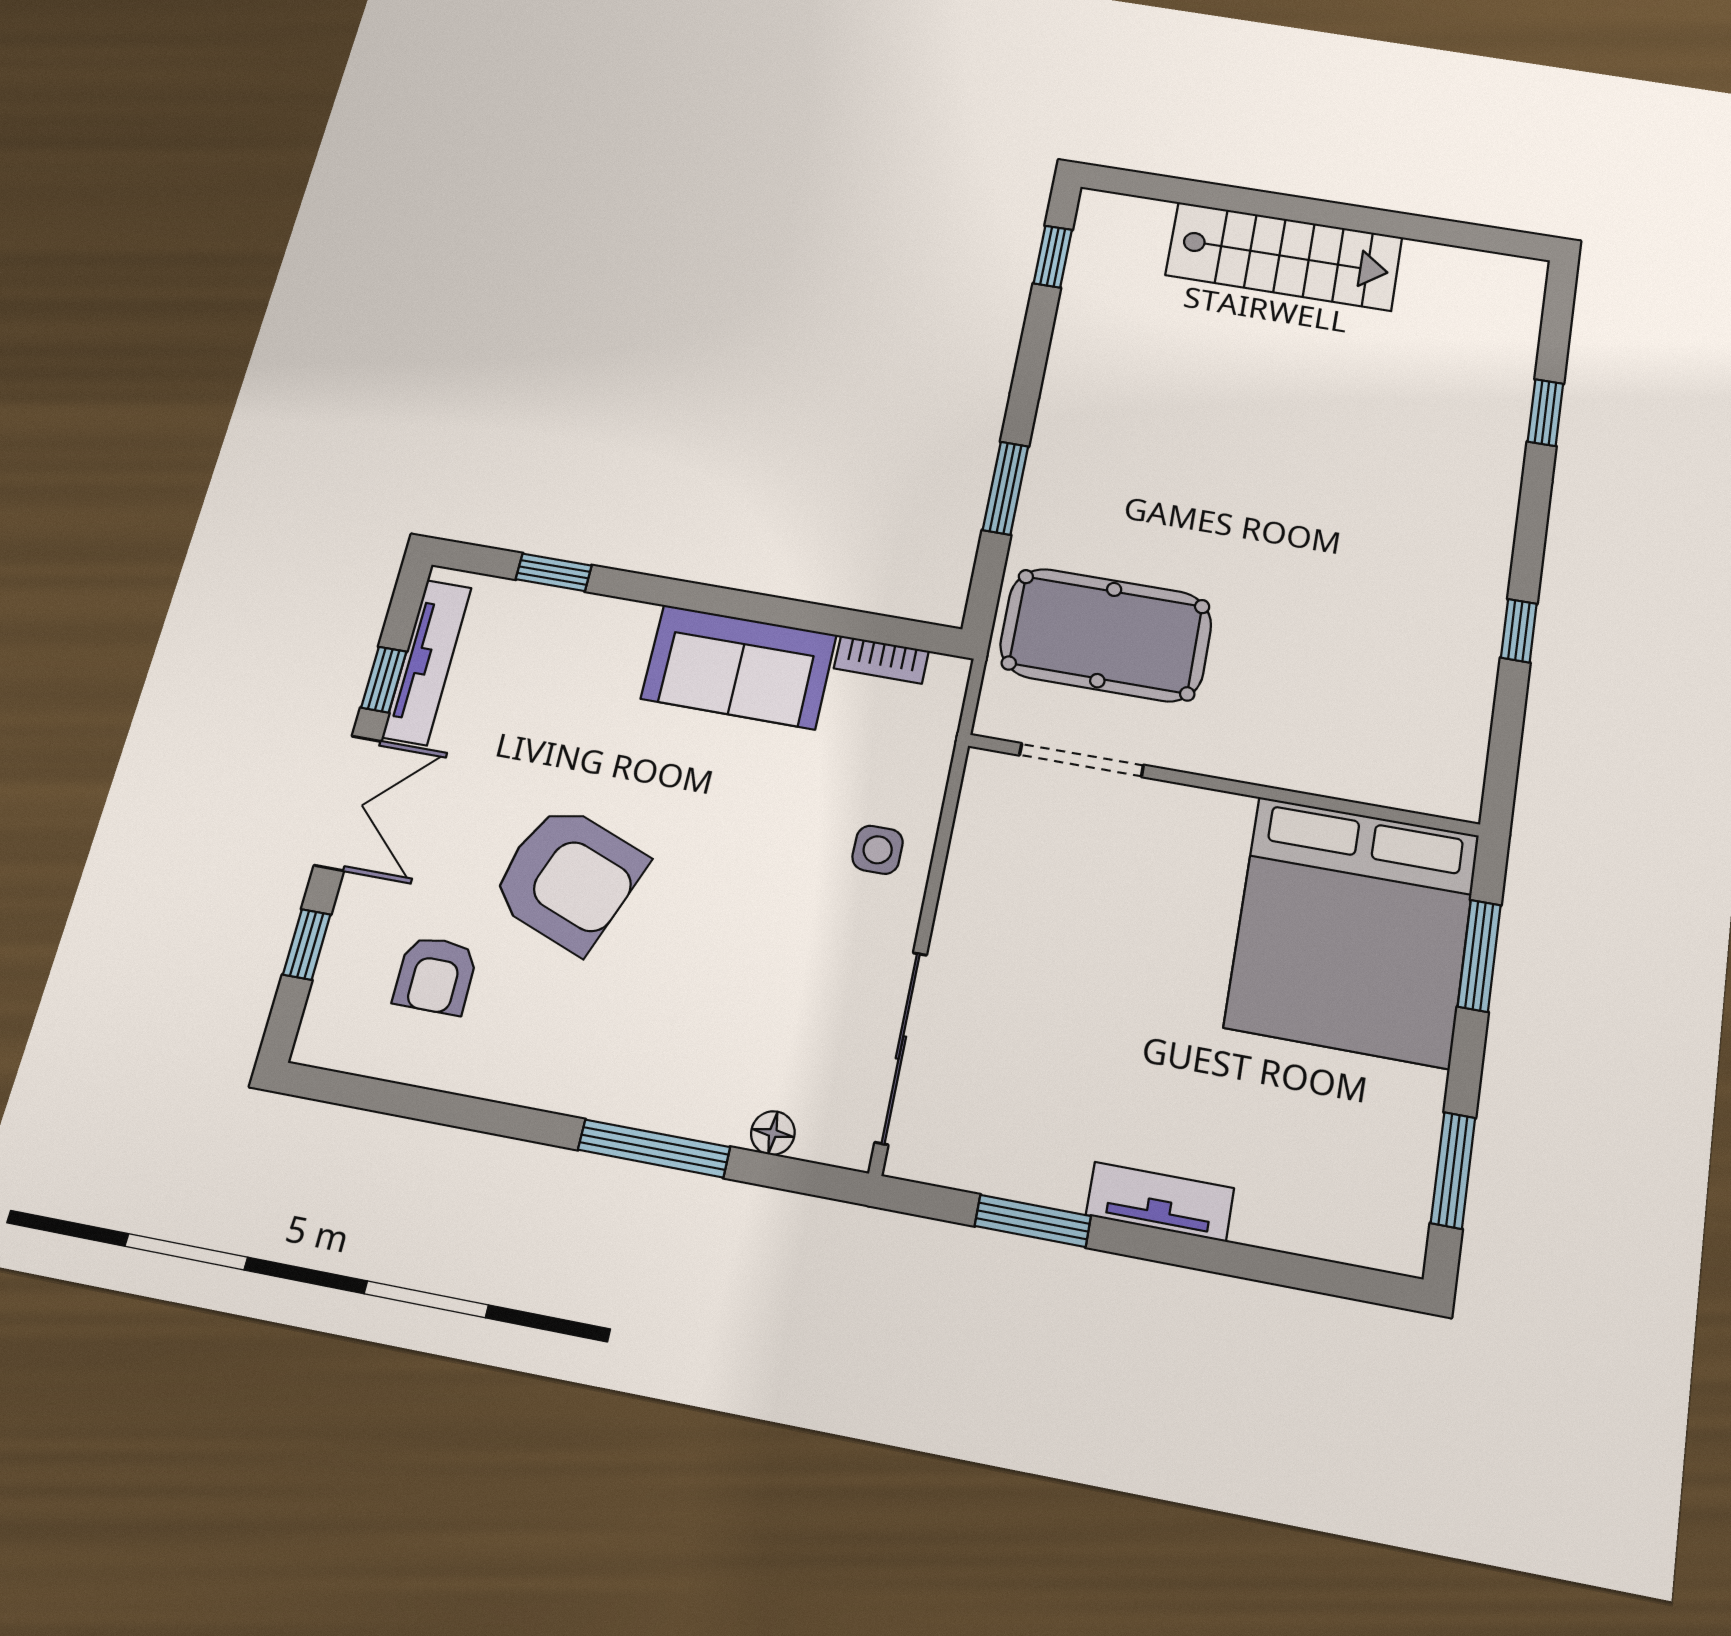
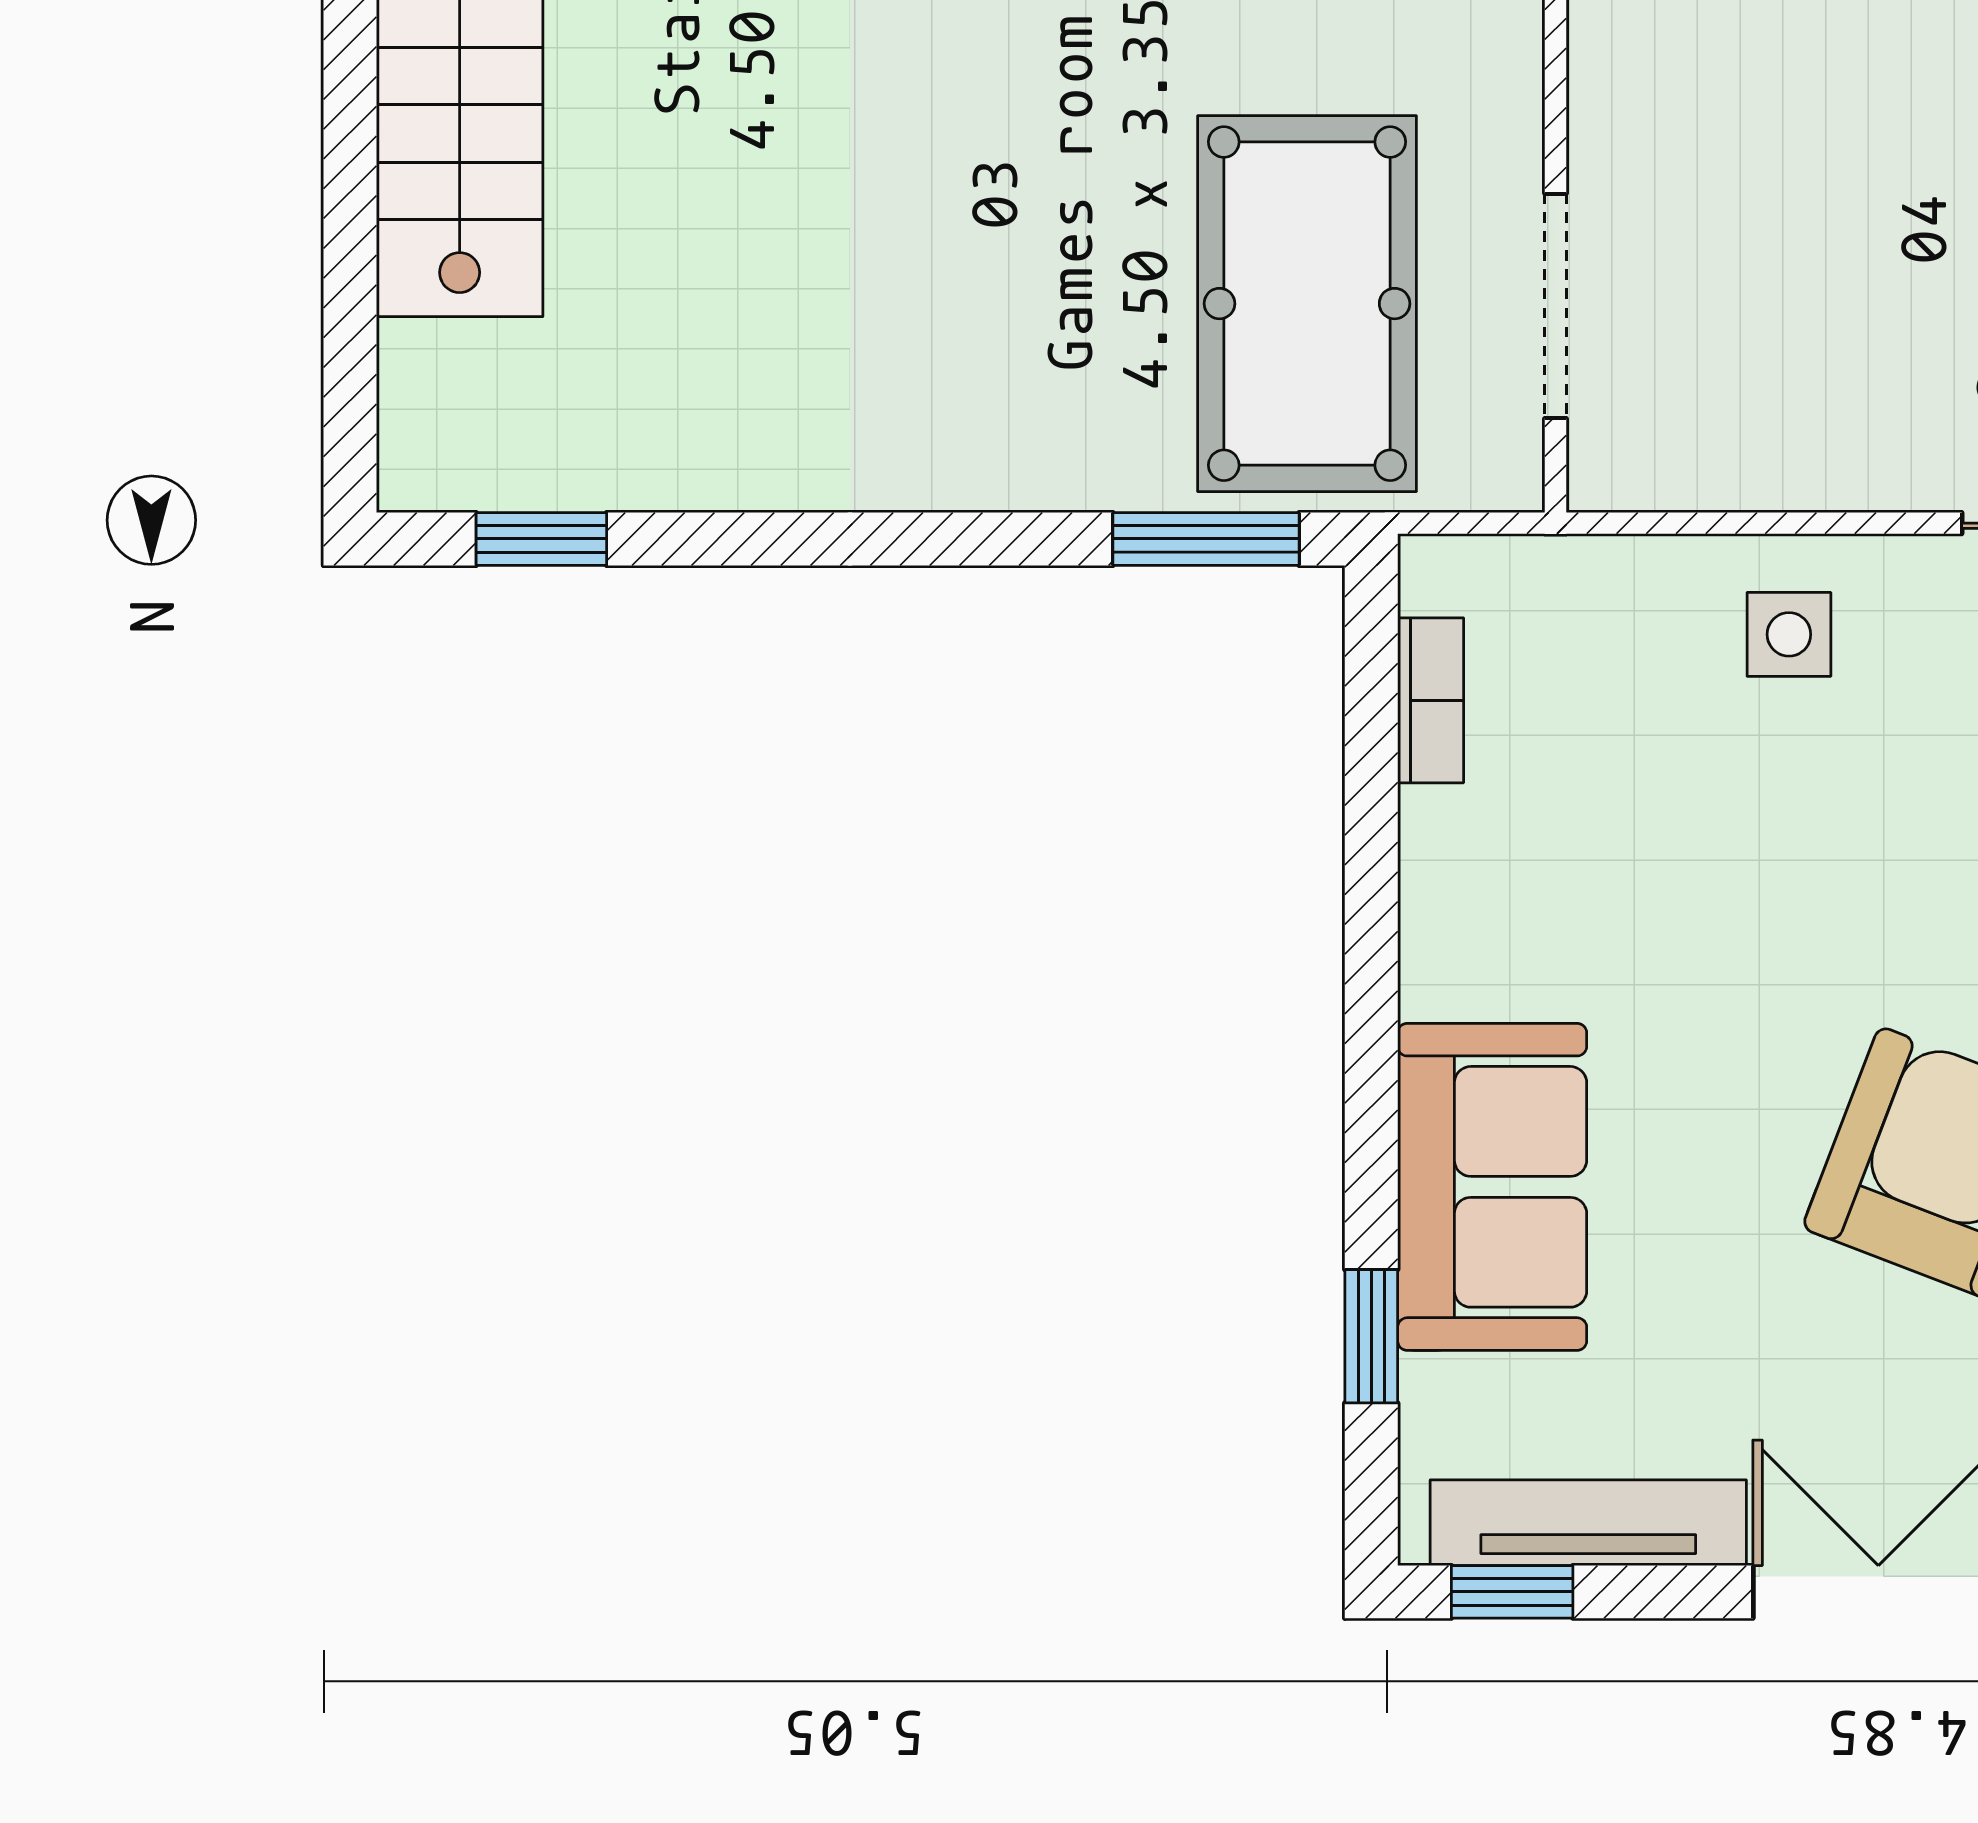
window: (1006, 488) -> (1206, 539), moved
sofa: (739, 667) -> (1492, 1187), moved
window: (384, 680) -> (1512, 1592), moved

